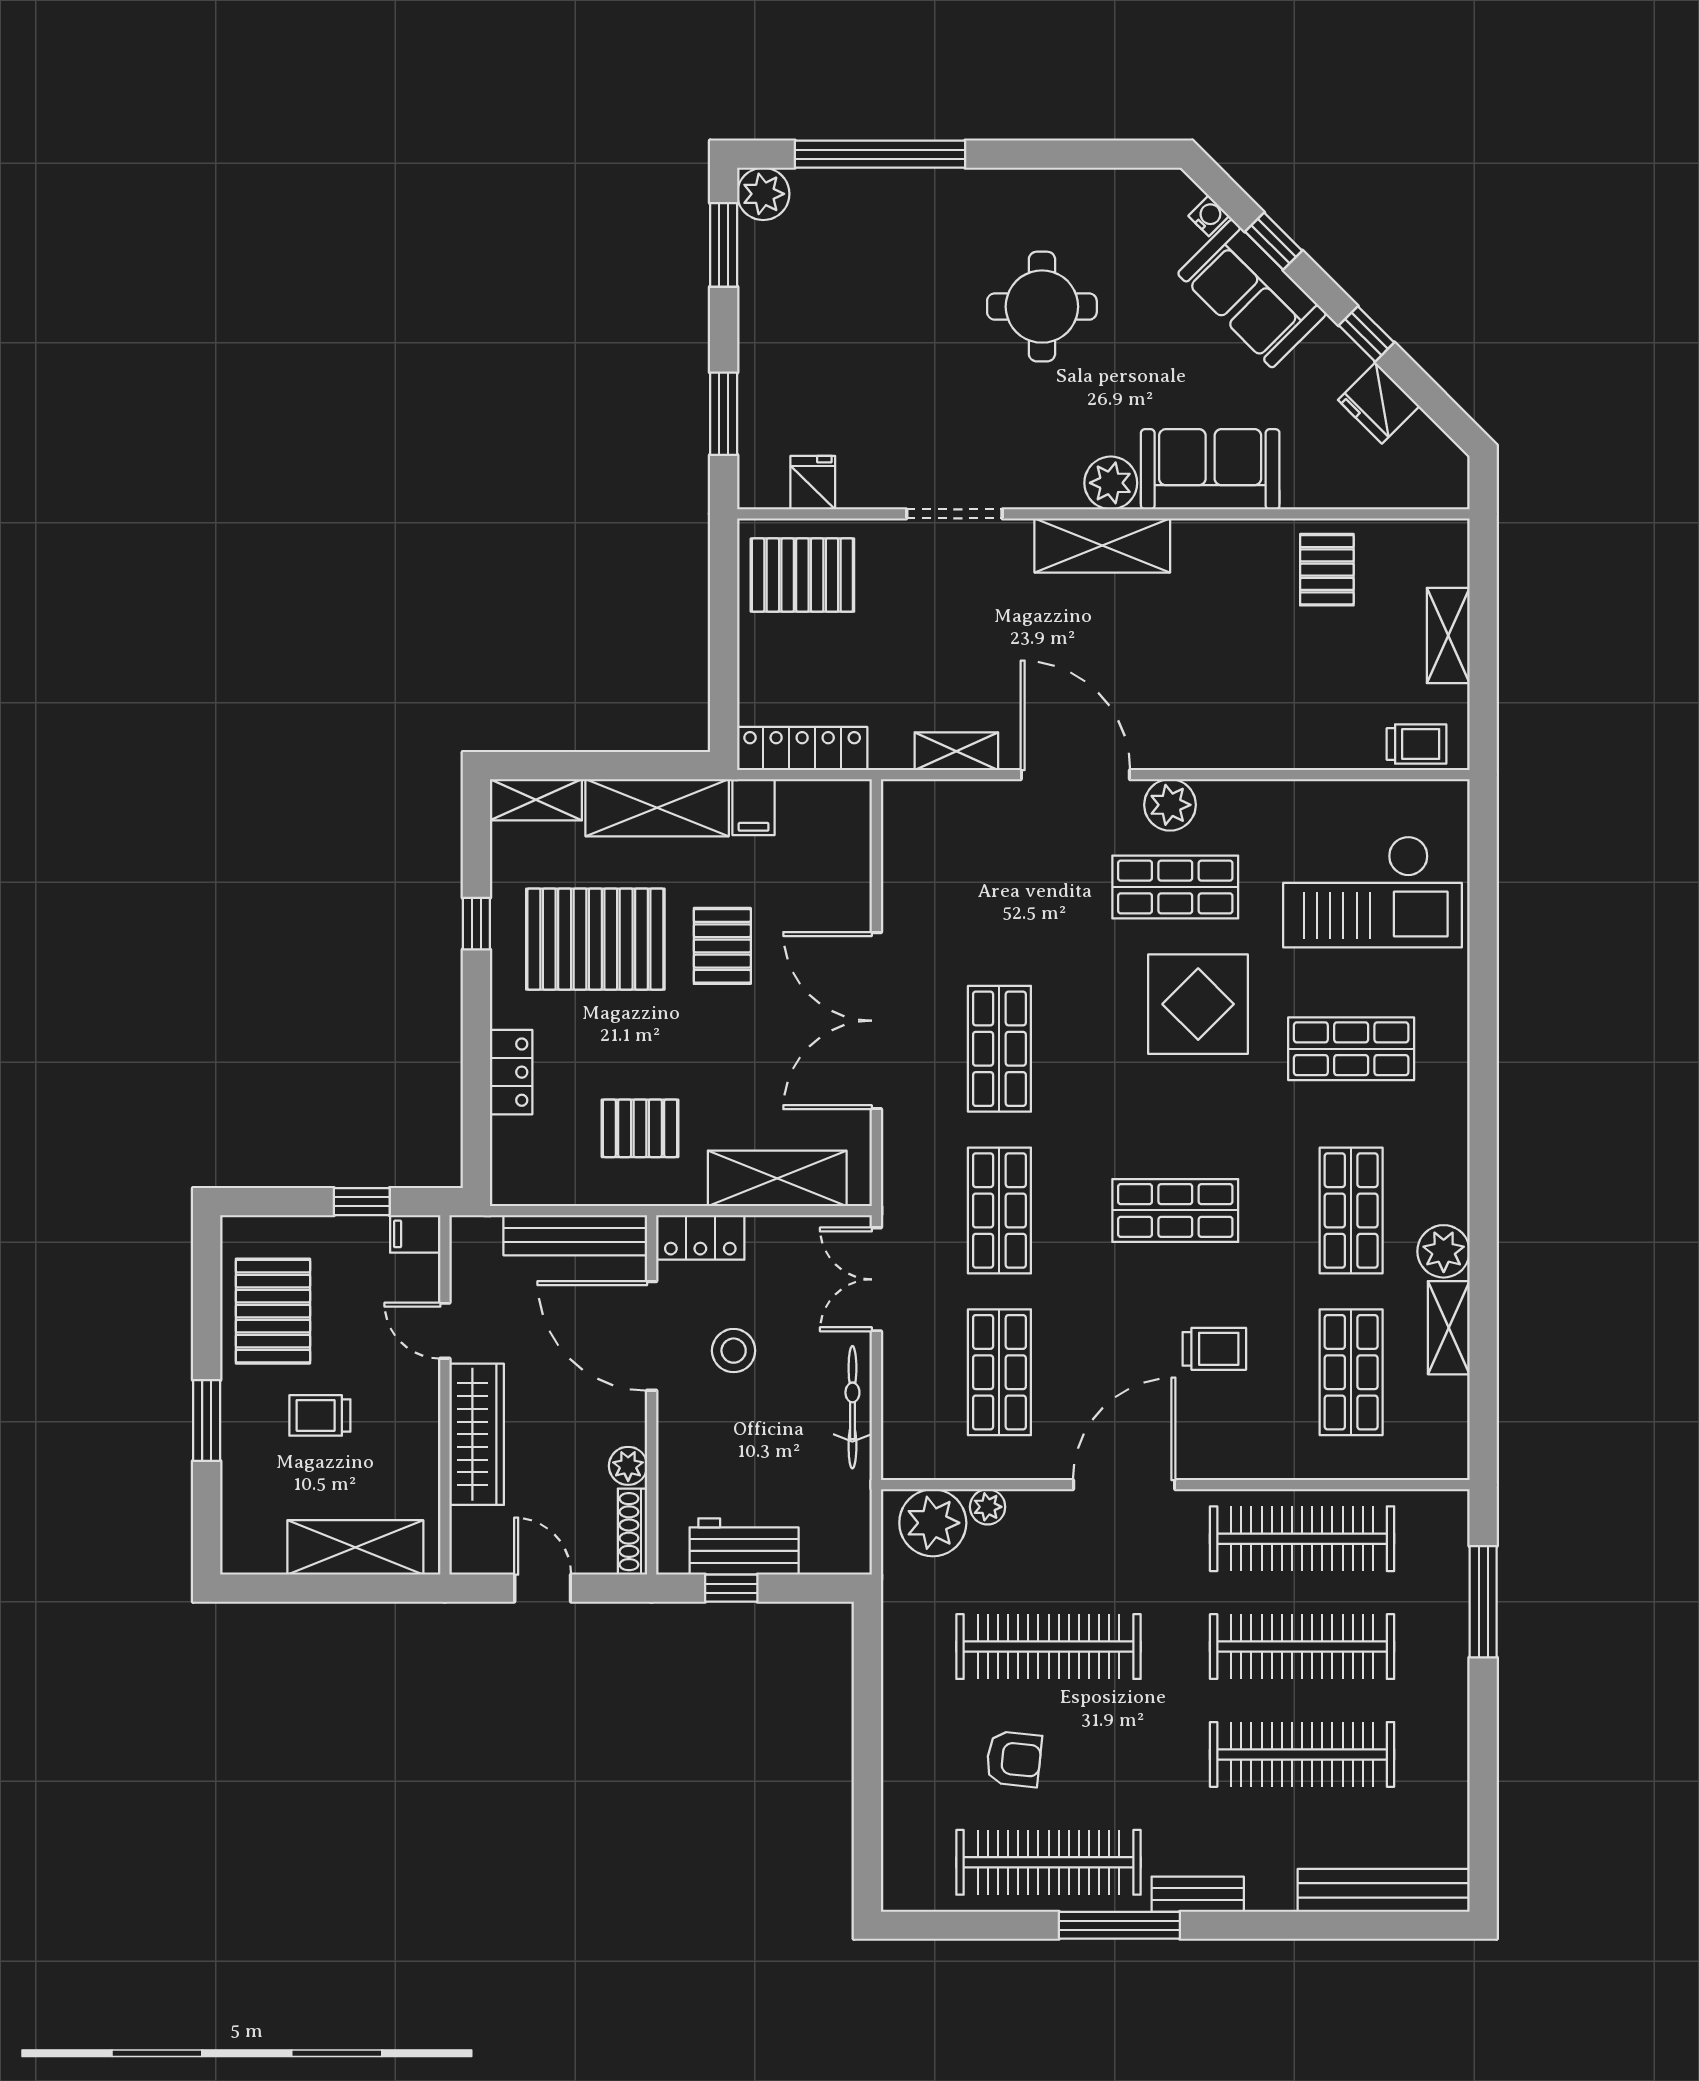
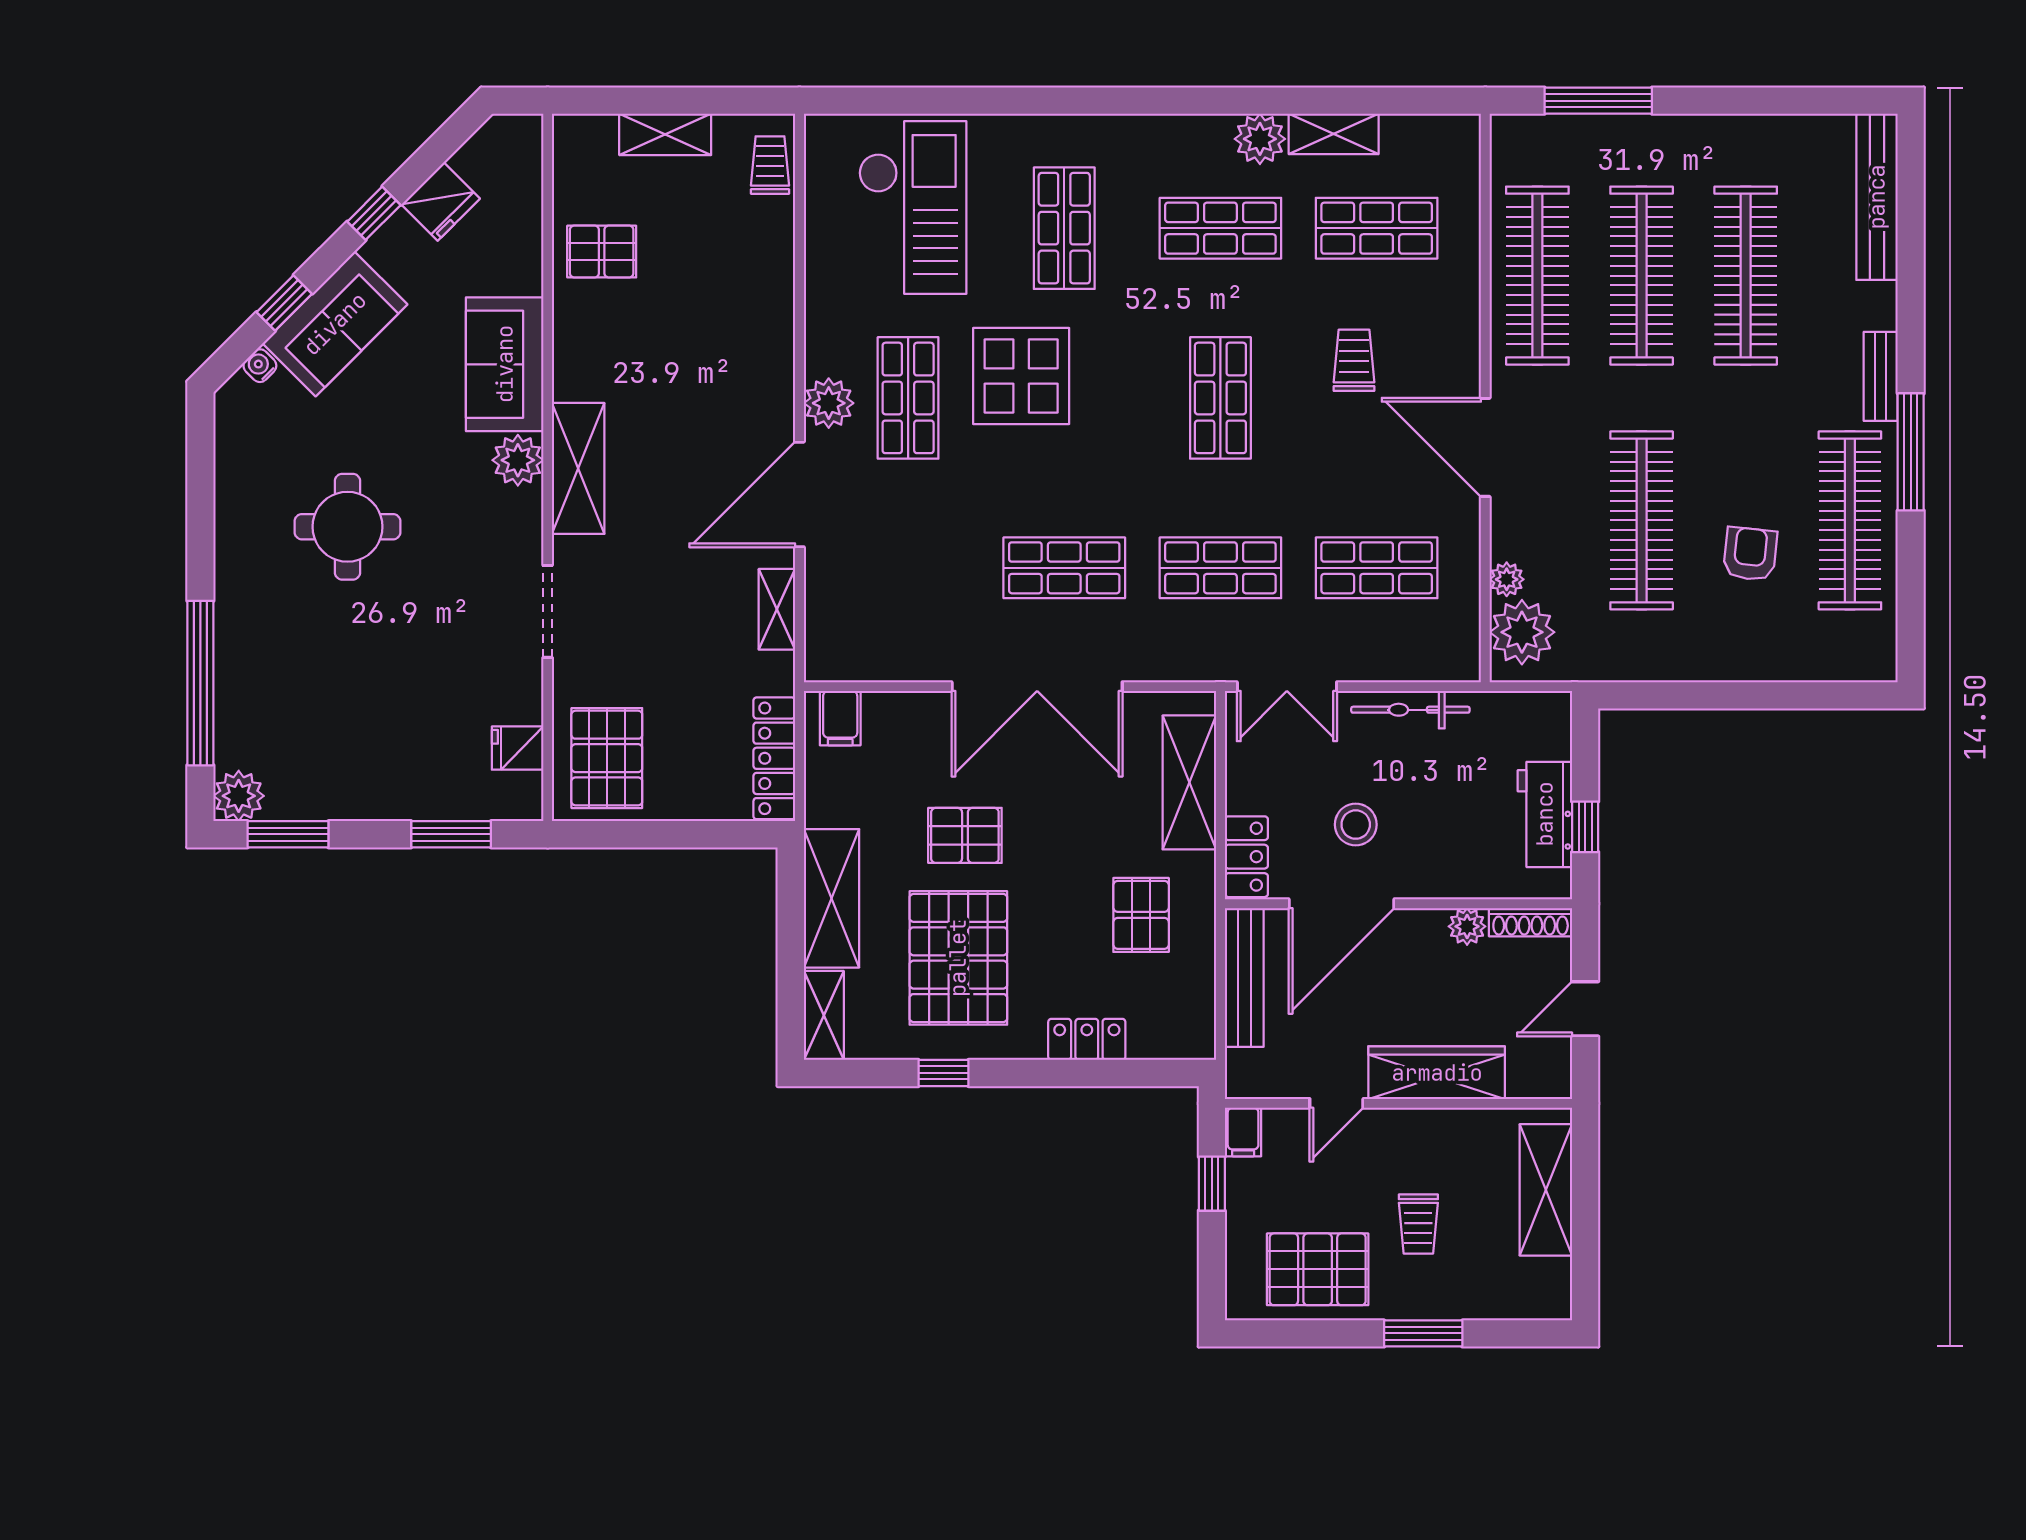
filing cabinet: (754, 807) -> (840, 718), moved, turned 90

